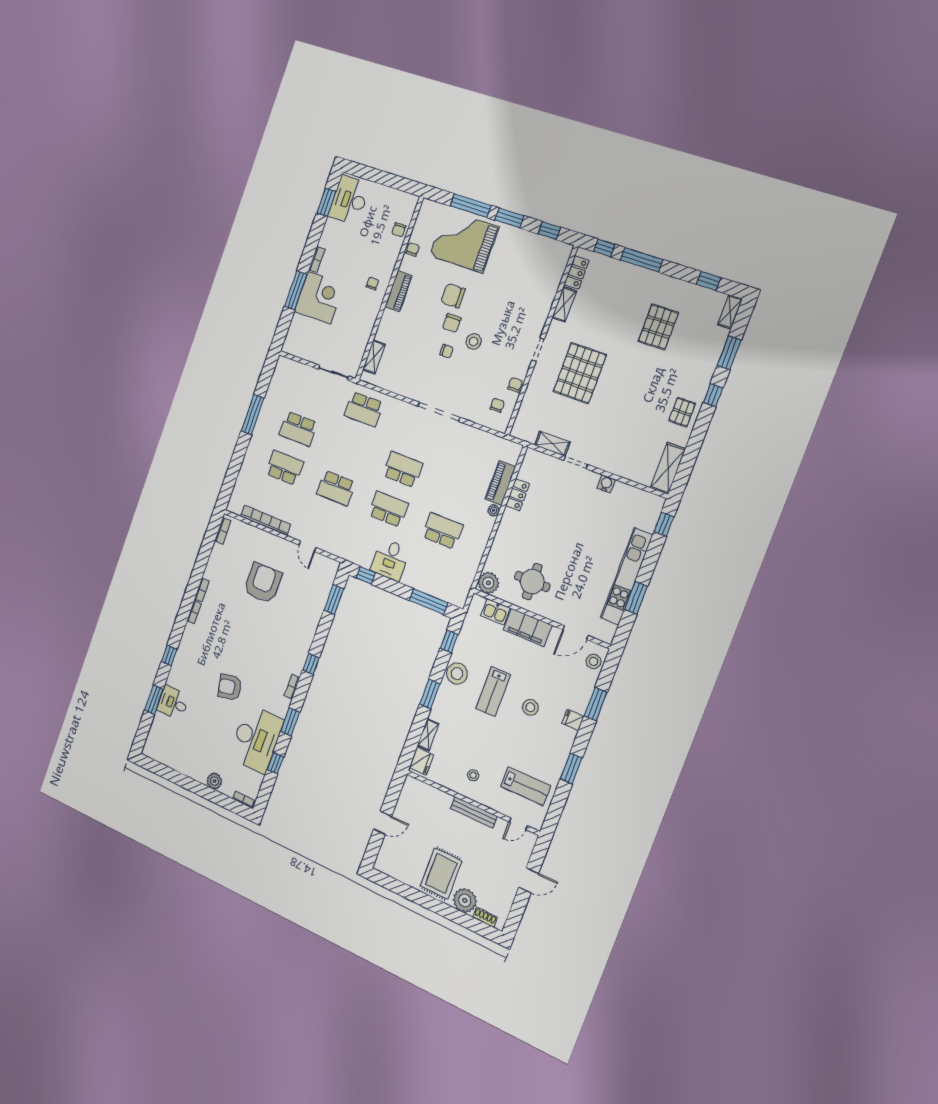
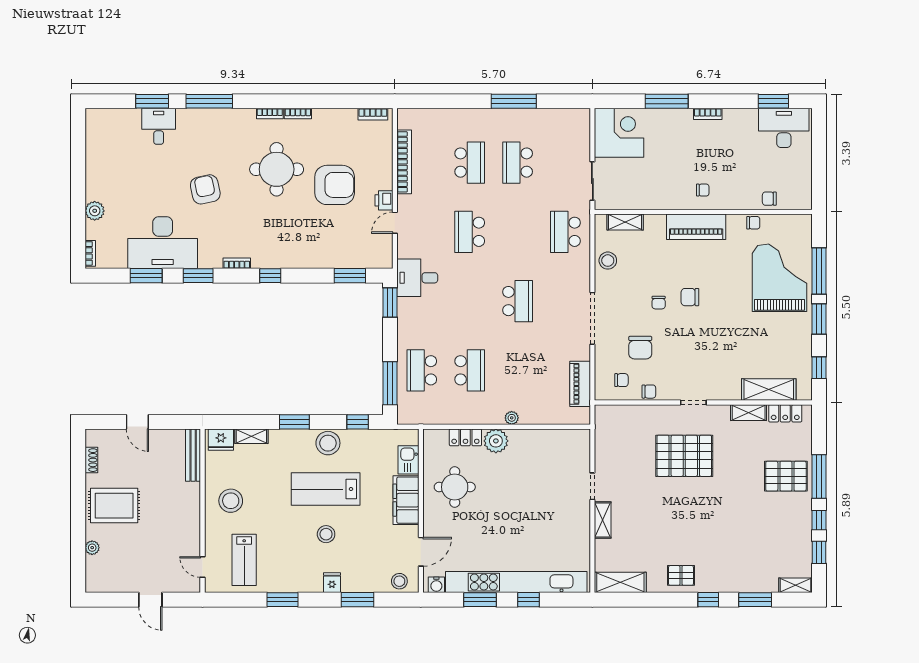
window: (604, 248) -> (819, 520), moved
shelving: (551, 280) -> (769, 390), added
piano: (399, 291) -> (696, 227), width x1.37, depth x1.33
chair: (453, 296) -> (640, 348), moved, turned 180
corner desk: (319, 298) -> (619, 133), moved, turned -90
pallet: (658, 327) -> (786, 476), moved
stool: (474, 341) -> (608, 261), moved
shelving: (552, 444) -> (603, 520), moved
piano: (500, 483) -> (580, 384), moved, turned -90
water cooler: (606, 484) -> (436, 585), moved, turned 90
locker: (517, 495) -> (465, 437), moved
school desk: (388, 509) -> (422, 370), moved, turned 180
window: (664, 524) -> (528, 600), moved
printer: (288, 548) -> (384, 200), added
desk: (390, 560) -> (417, 278), moved
window: (366, 575) -> (390, 302), width x1.50
kitchen unit: (627, 577) -> (516, 582), width x1.36
plant: (488, 583) -> (496, 441), moved
round table: (235, 624) -> (277, 169), added
door: (576, 633) -> (421, 552), swing flipped
window: (169, 655) -> (209, 101), width x2.17
lab bench: (493, 692) -> (326, 489), width x1.36, depth x1.39
window: (275, 763) -> (146, 276), width x1.50
stool: (473, 775) -> (231, 501), width x1.89, depth x1.89
bench: (474, 812) -> (193, 455), moved
plant: (465, 900) -> (92, 548), width x0.53, depth x0.53
shoe rack: (485, 917) -> (91, 460), moved

